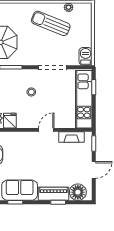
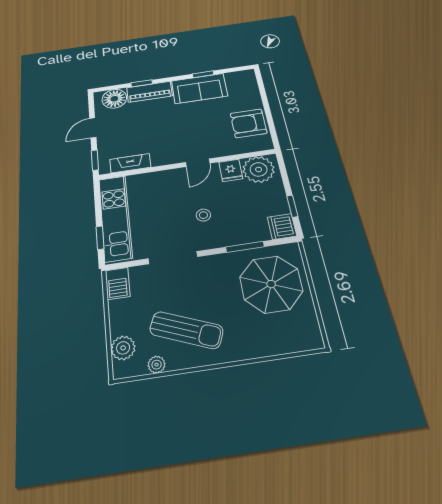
plant: (85, 19) -> (123, 348), added
door: (46, 130) -> (198, 163), moved

